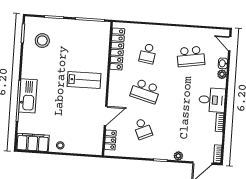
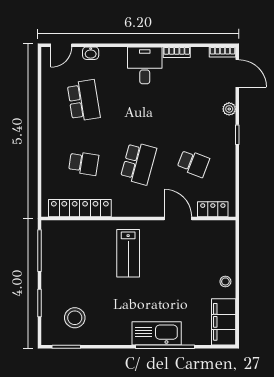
plant: (222, 74) -> (106, 53), removed
lab bench: (84, 80) -> (128, 253), turned 180
school desk: (143, 129) -> (193, 163), turned 45

